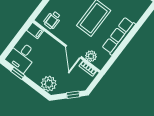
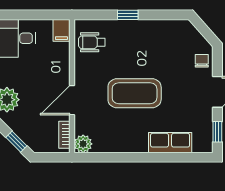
row of seats: (119, 36) -> (170, 143), moved, width x0.68
plant: (91, 56) -> (83, 144), moved

